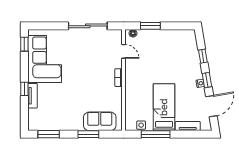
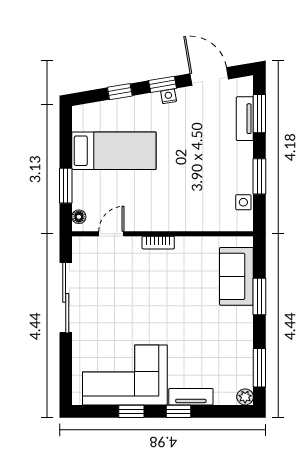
window: (24, 44) -> (131, 411), moved
bed: (164, 107) -> (114, 151), moved, turned 180
plant: (32, 126) -> (245, 397), added
window: (156, 134) -> (259, 176), width x0.69
window: (191, 134) -> (259, 114), added

